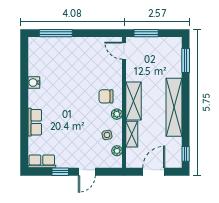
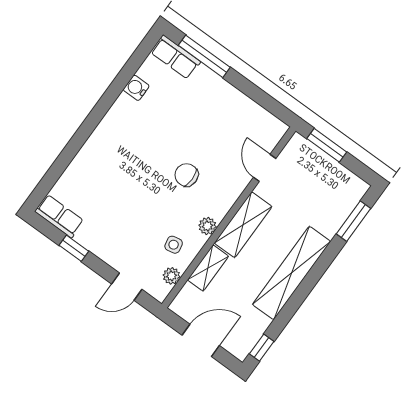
door: (124, 51) -> (265, 168), moved
water cooler: (34, 83) -> (136, 88), moved
chair: (106, 96) -> (186, 175), moved
row of seats: (35, 122) -> (175, 57), moved, turned 90
door: (87, 172) -> (127, 287), moved

